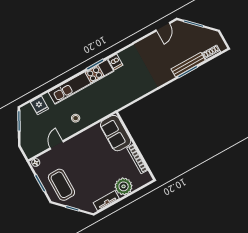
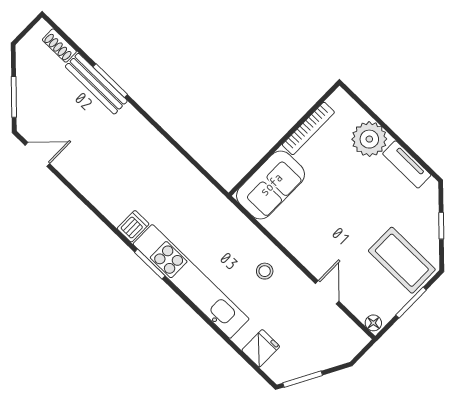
door: (57, 145) -> (327, 292), swing flipped
coffee table: (61, 185) -> (402, 260), turned 90

